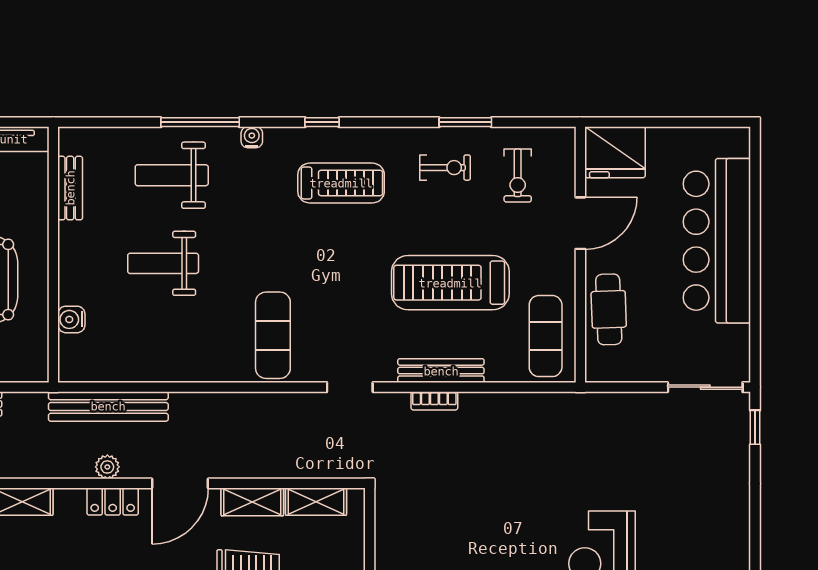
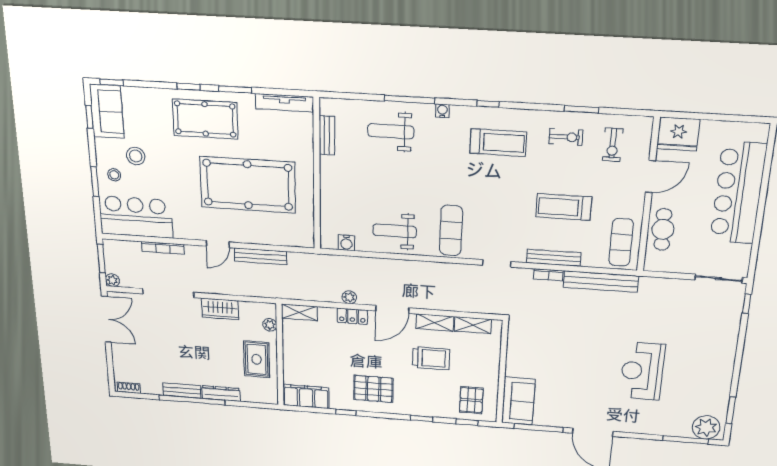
weight bench: (163, 263) -> (395, 231), moved
treadmill: (450, 283) -> (564, 207), width x0.73, depth x0.73
water cooler: (71, 319) -> (346, 243), moved, turned -90
bench: (108, 406) -> (601, 282), moved

